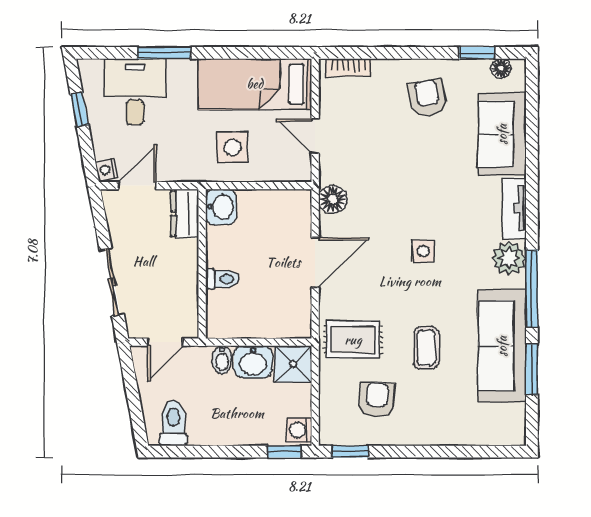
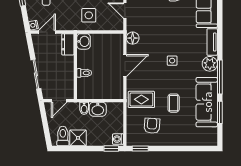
shower: (293, 364) -> (78, 138), moved

